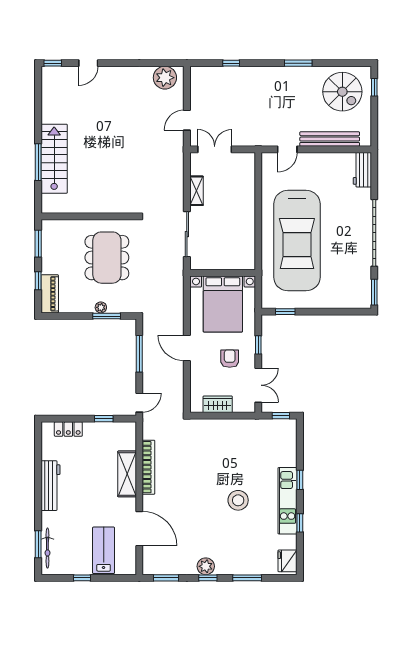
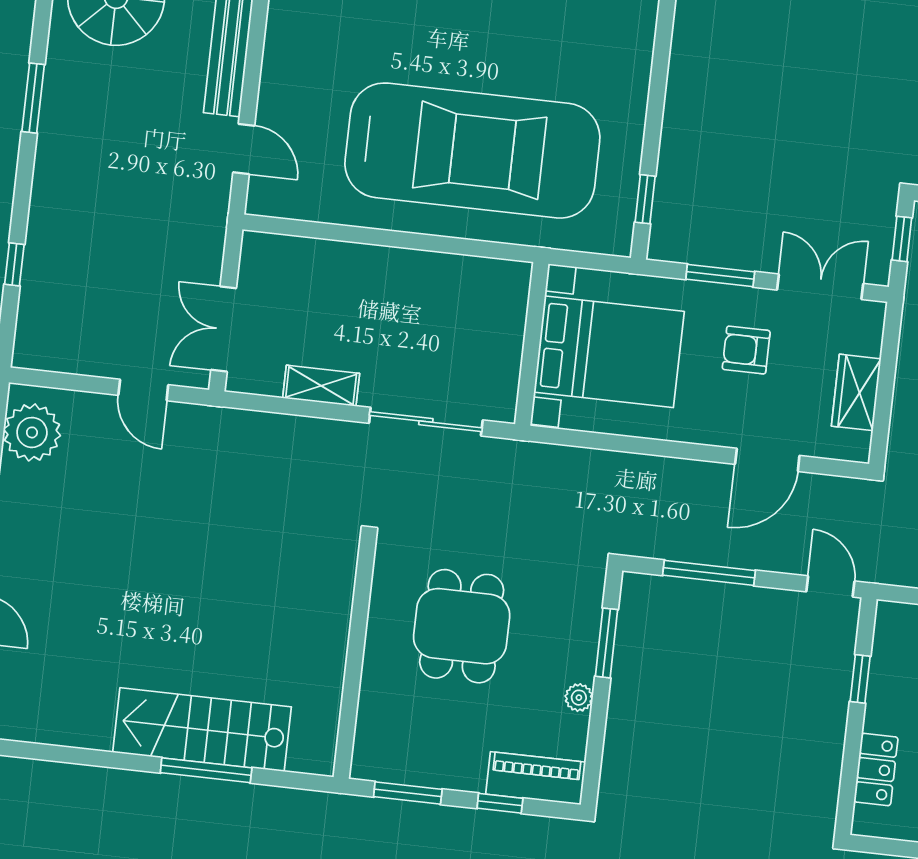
dining table: (107, 258) -> (462, 626), width x0.73
plant: (101, 307) -> (579, 698), moved
window: (258, 345) -> (720, 275), width x1.50
door: (187, 348) -> (767, 460), moved

